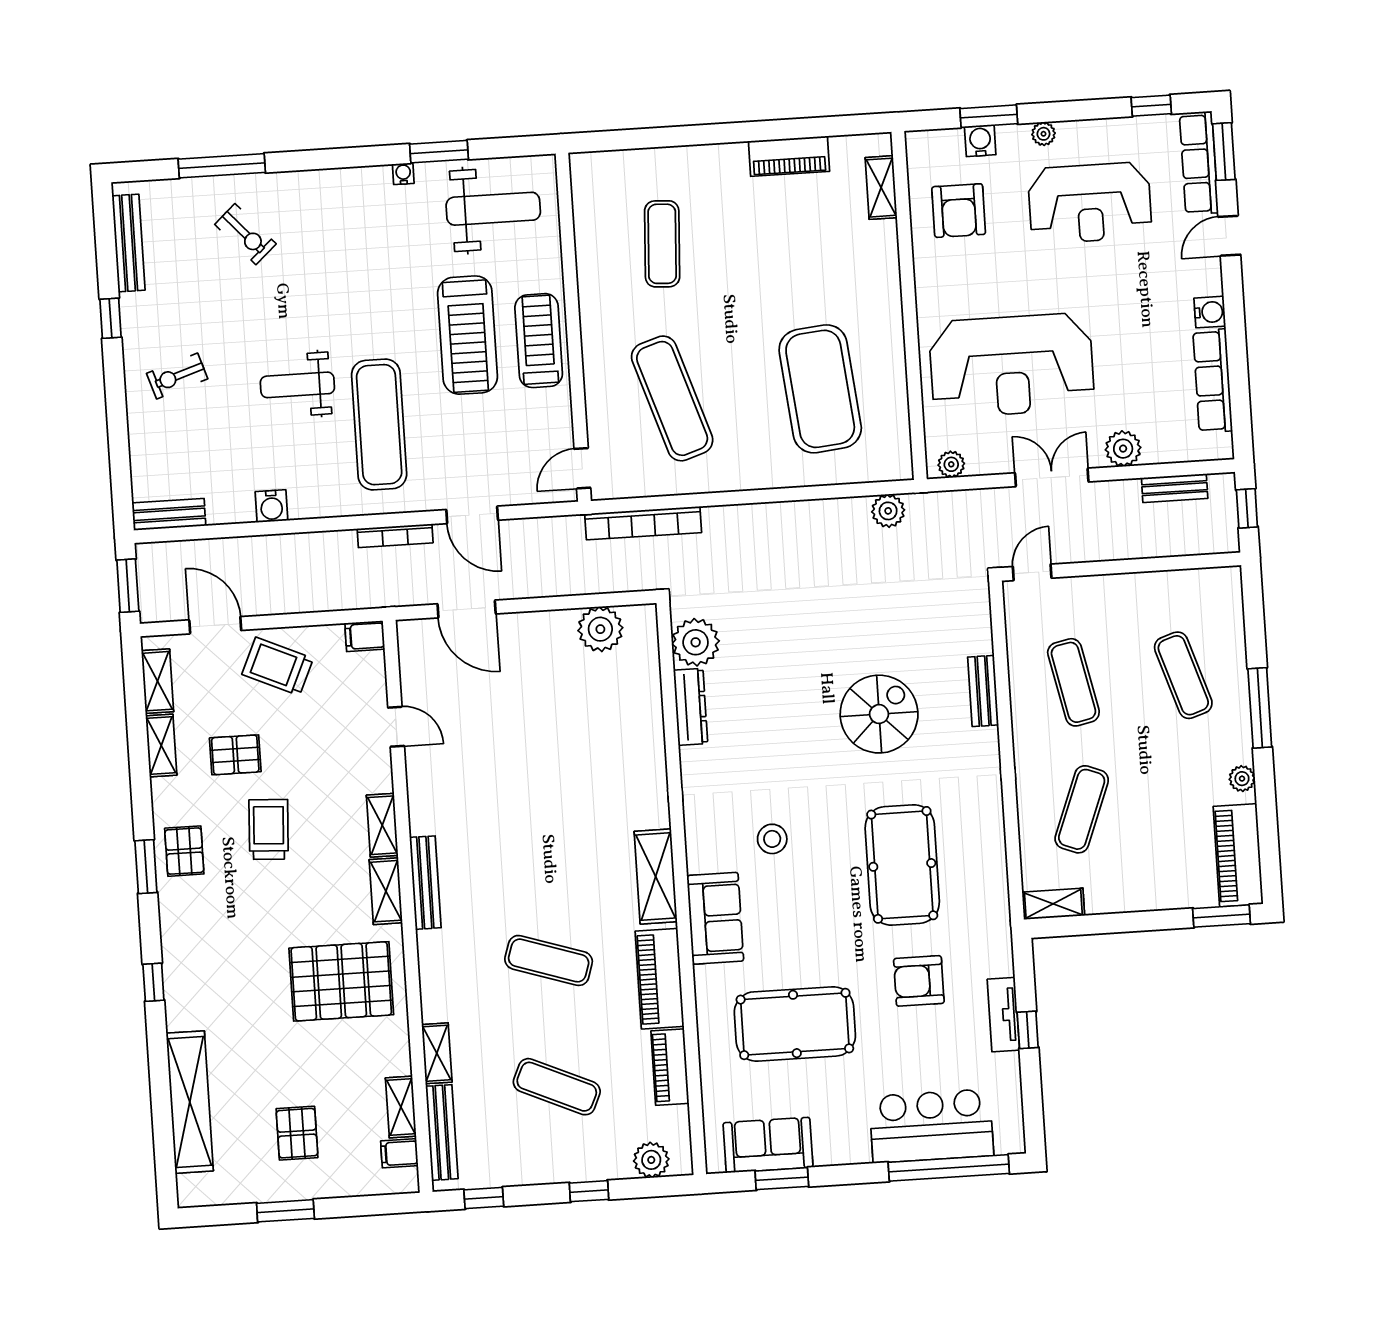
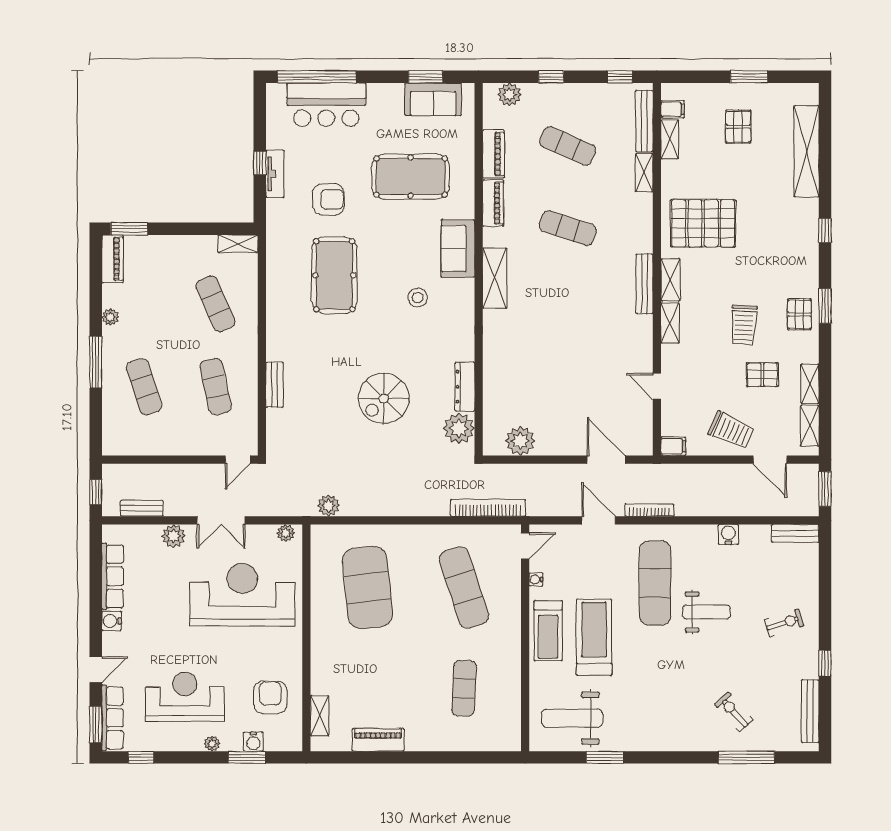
water cooler: (403, 174) -> (536, 580), moved, turned 90
spiral stairs: (879, 714) -> (384, 398), moved
exercise mat: (1082, 809) -> (216, 304), turned -45
piano: (1238, 855) -> (113, 259), width x0.73, depth x0.75
piano: (660, 979) -> (493, 203), width x0.73, depth x0.75

